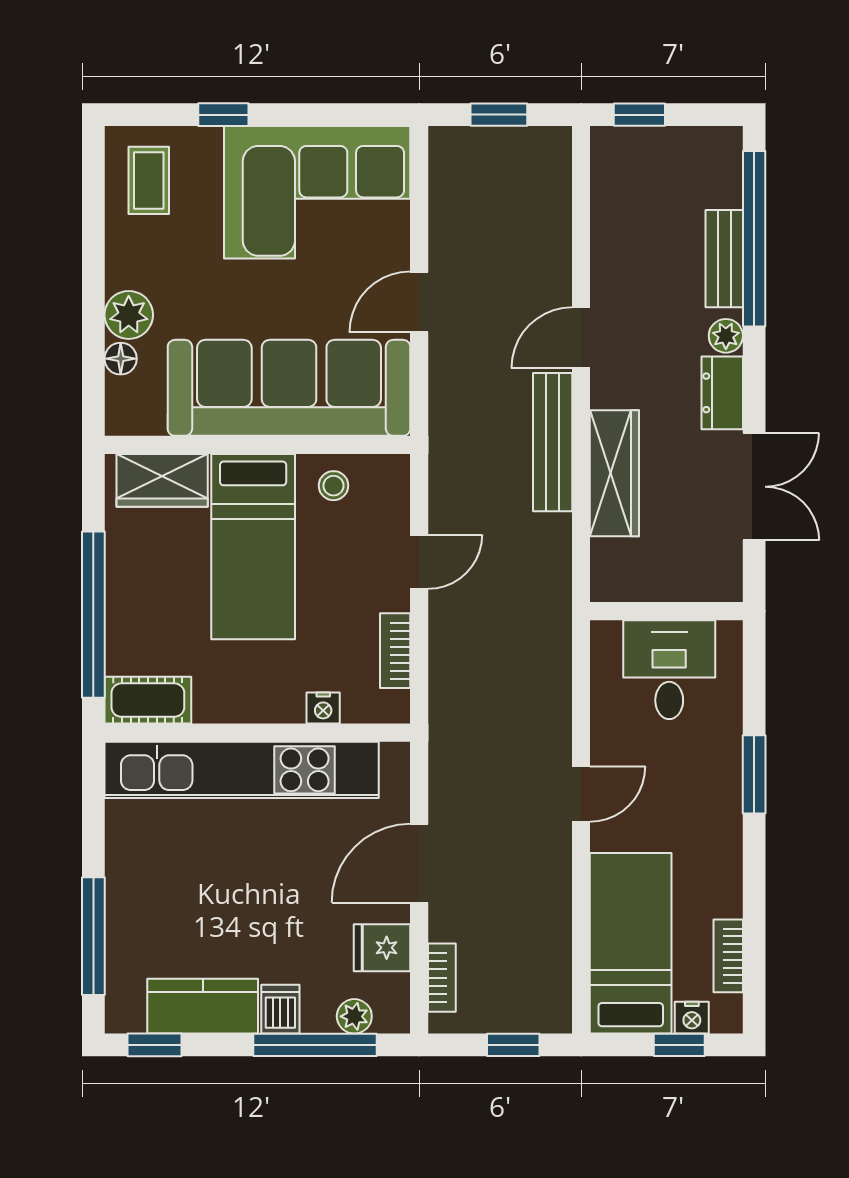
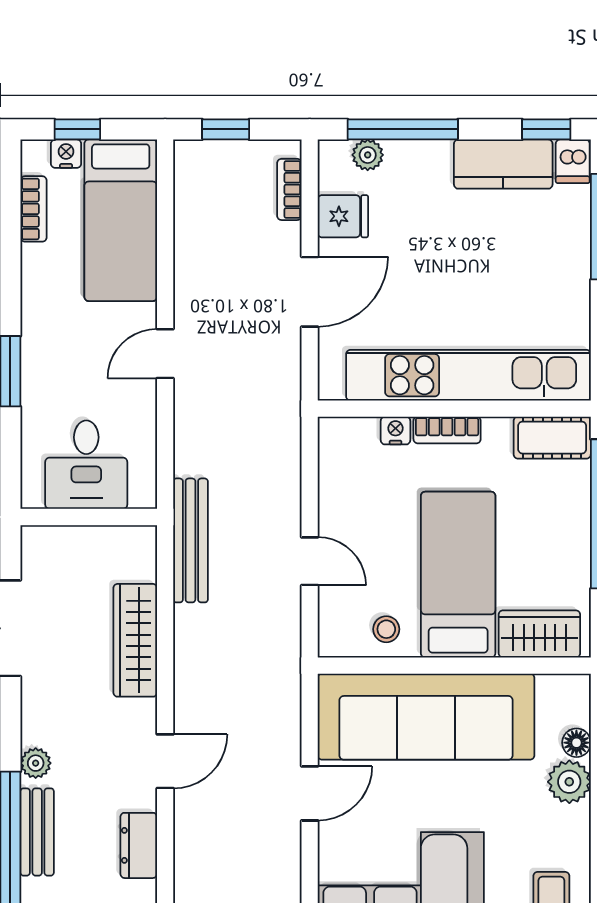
dresser: (722, 393) -> (139, 845), moved, turned 180
bench: (553, 442) -> (190, 540), moved
door: (419, 562) -> (310, 561), swing flipped
bookcase: (395, 651) -> (447, 430), moved, turned 90
dishwasher: (280, 1009) -> (573, 161), moved

